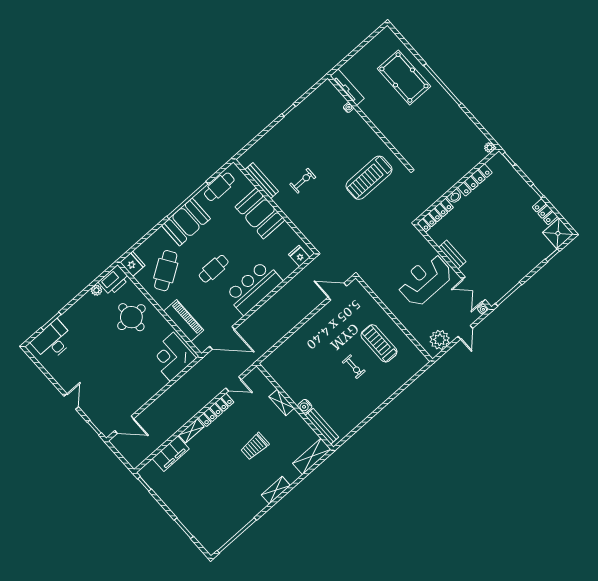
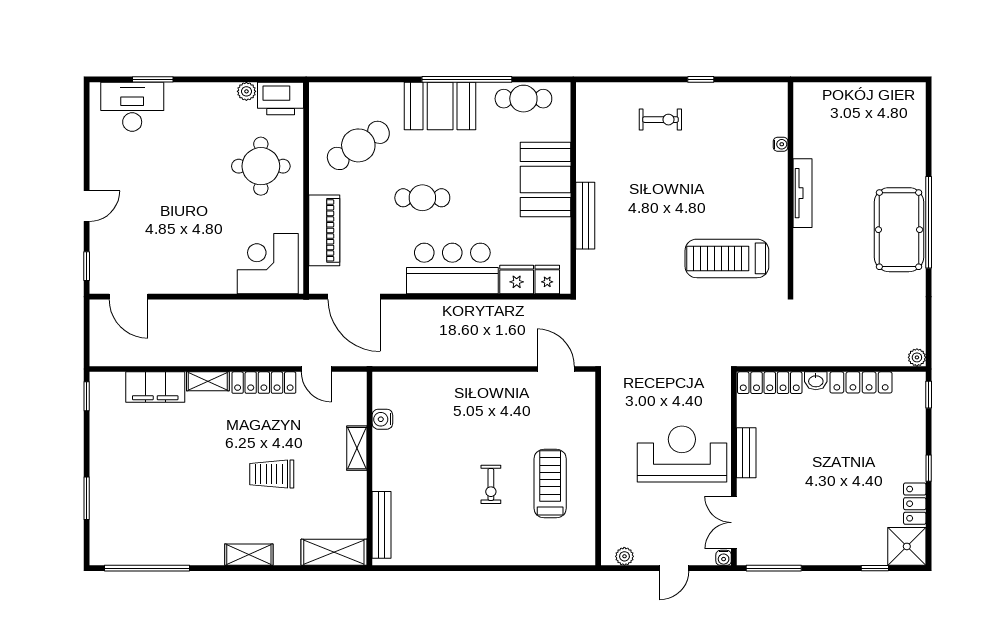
pool table: (404, 77) -> (899, 230), moved
tv unit: (347, 87) -> (803, 193), moved
bench: (262, 181) -> (585, 216), moved
exercise bike: (303, 181) -> (660, 120), moved
fridge: (133, 264) -> (517, 280), moved, turned -90
plant: (440, 340) -> (624, 556), width x0.53, depth x0.53
water cooler: (305, 406) -> (382, 419), moved

